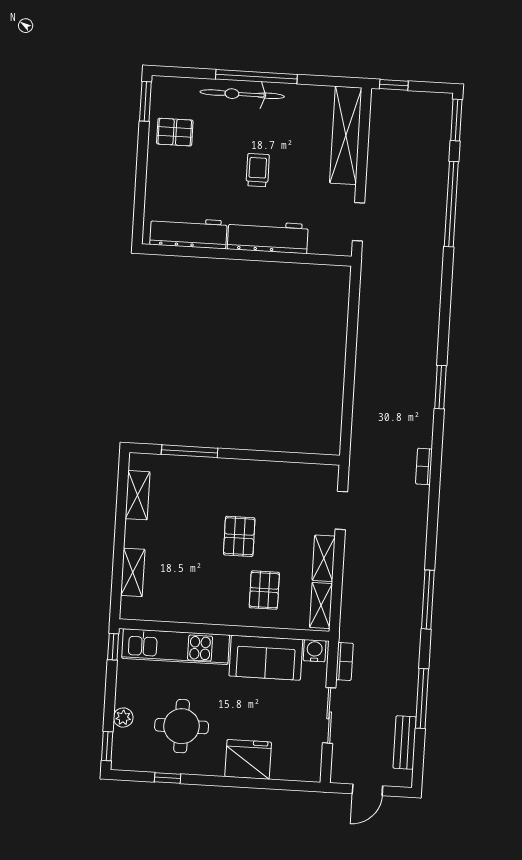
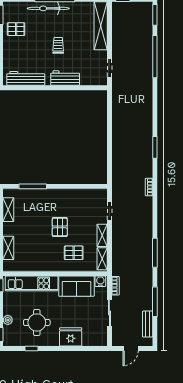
workbench: (268, 237) -> (65, 78), width x0.73
pallet: (264, 590) -> (74, 253), turned 90

